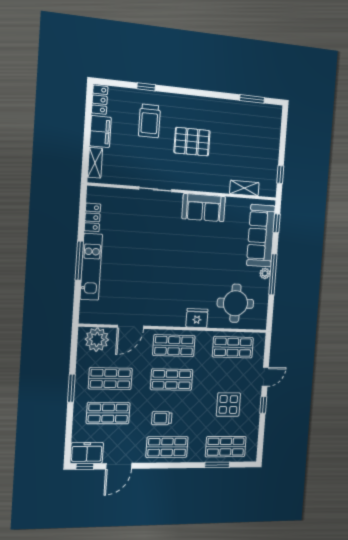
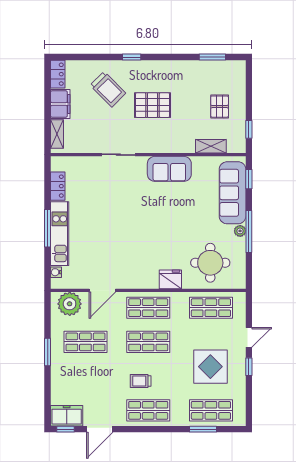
window: (146, 87) -> (132, 57), moved
trolley: (149, 121) -> (108, 89), turned -45
pallet: (255, 149) -> (220, 107), added
water cooler: (85, 306) -> (56, 272), added
display table: (228, 405) -> (210, 367), width x1.36, depth x1.36
shop shelf: (108, 413) -> (85, 376), removed

